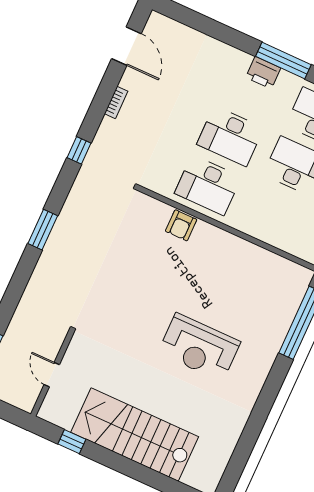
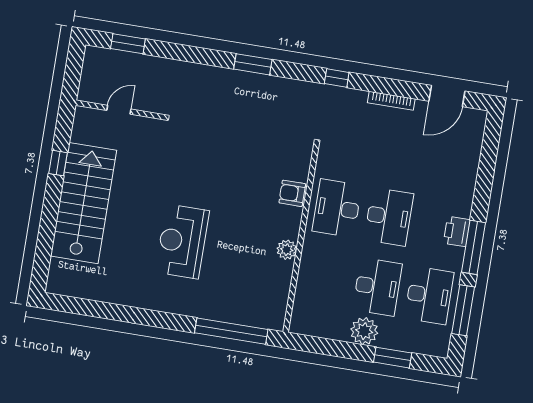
bookcase: (116, 102) -> (391, 101), width x1.56
desk: (230, 136) -> (389, 217), turned 180
plant: (235, 246) -> (287, 250), added
window: (72, 442) -> (58, 163), moved

